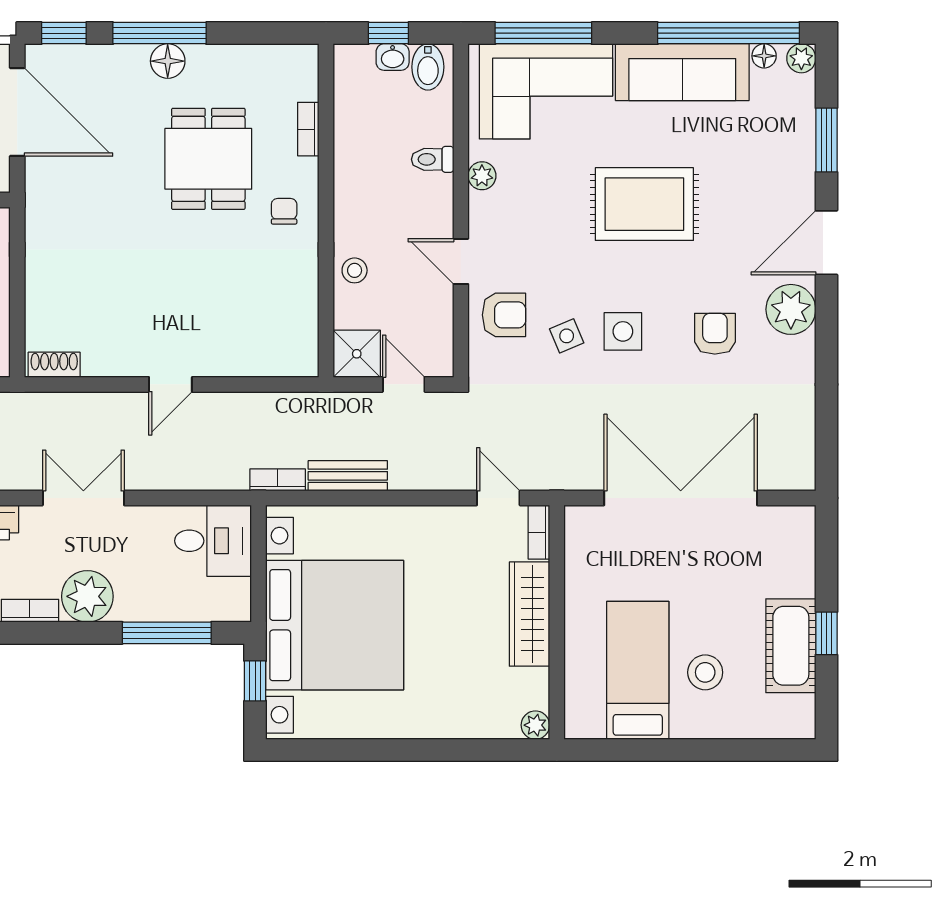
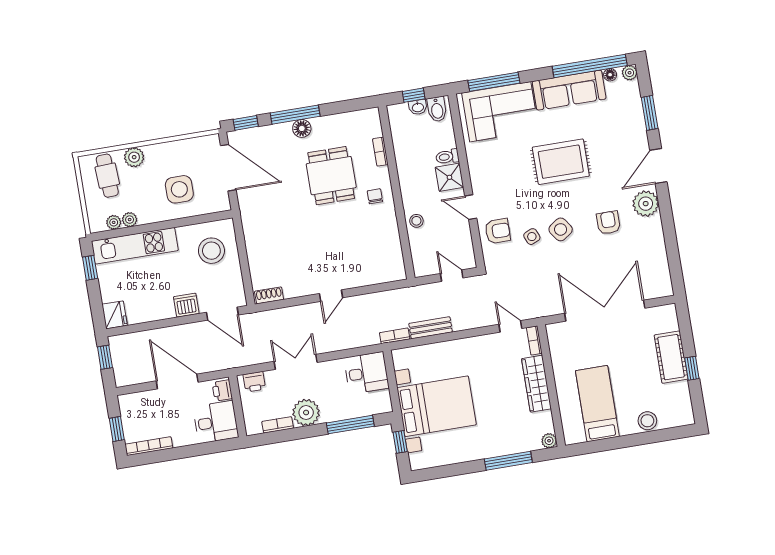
plant: (482, 176) -> (474, 161), removed
side table: (623, 331) -> (561, 229), turned -35
shower: (357, 354) -> (449, 177), moved
bed with nightstands: (335, 625) -> (437, 406), width x0.73
cot: (791, 646) -> (671, 357), moved
stool: (705, 672) -> (647, 421), moved
window: (453, 750) -> (508, 461), added

